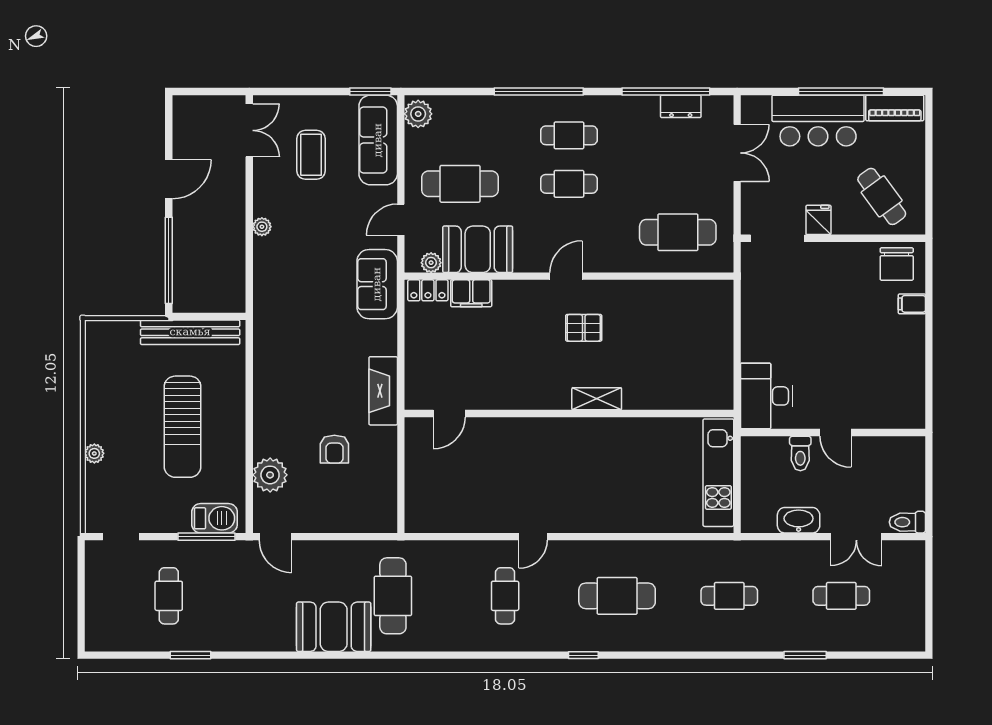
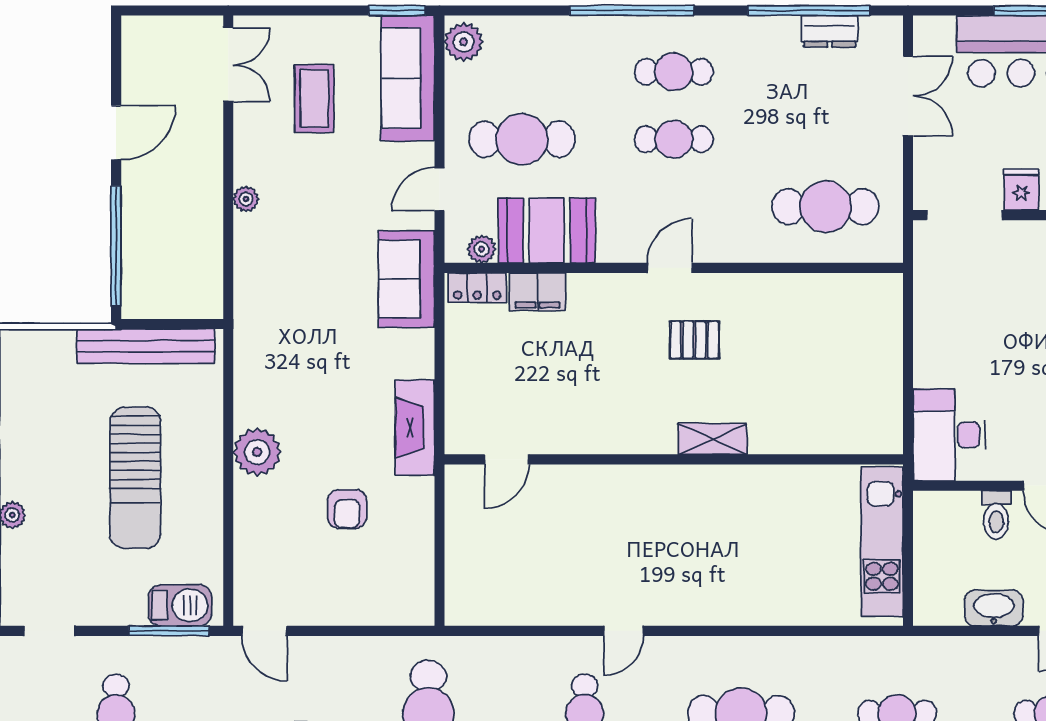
plant: (270, 475) -> (257, 452), moved

